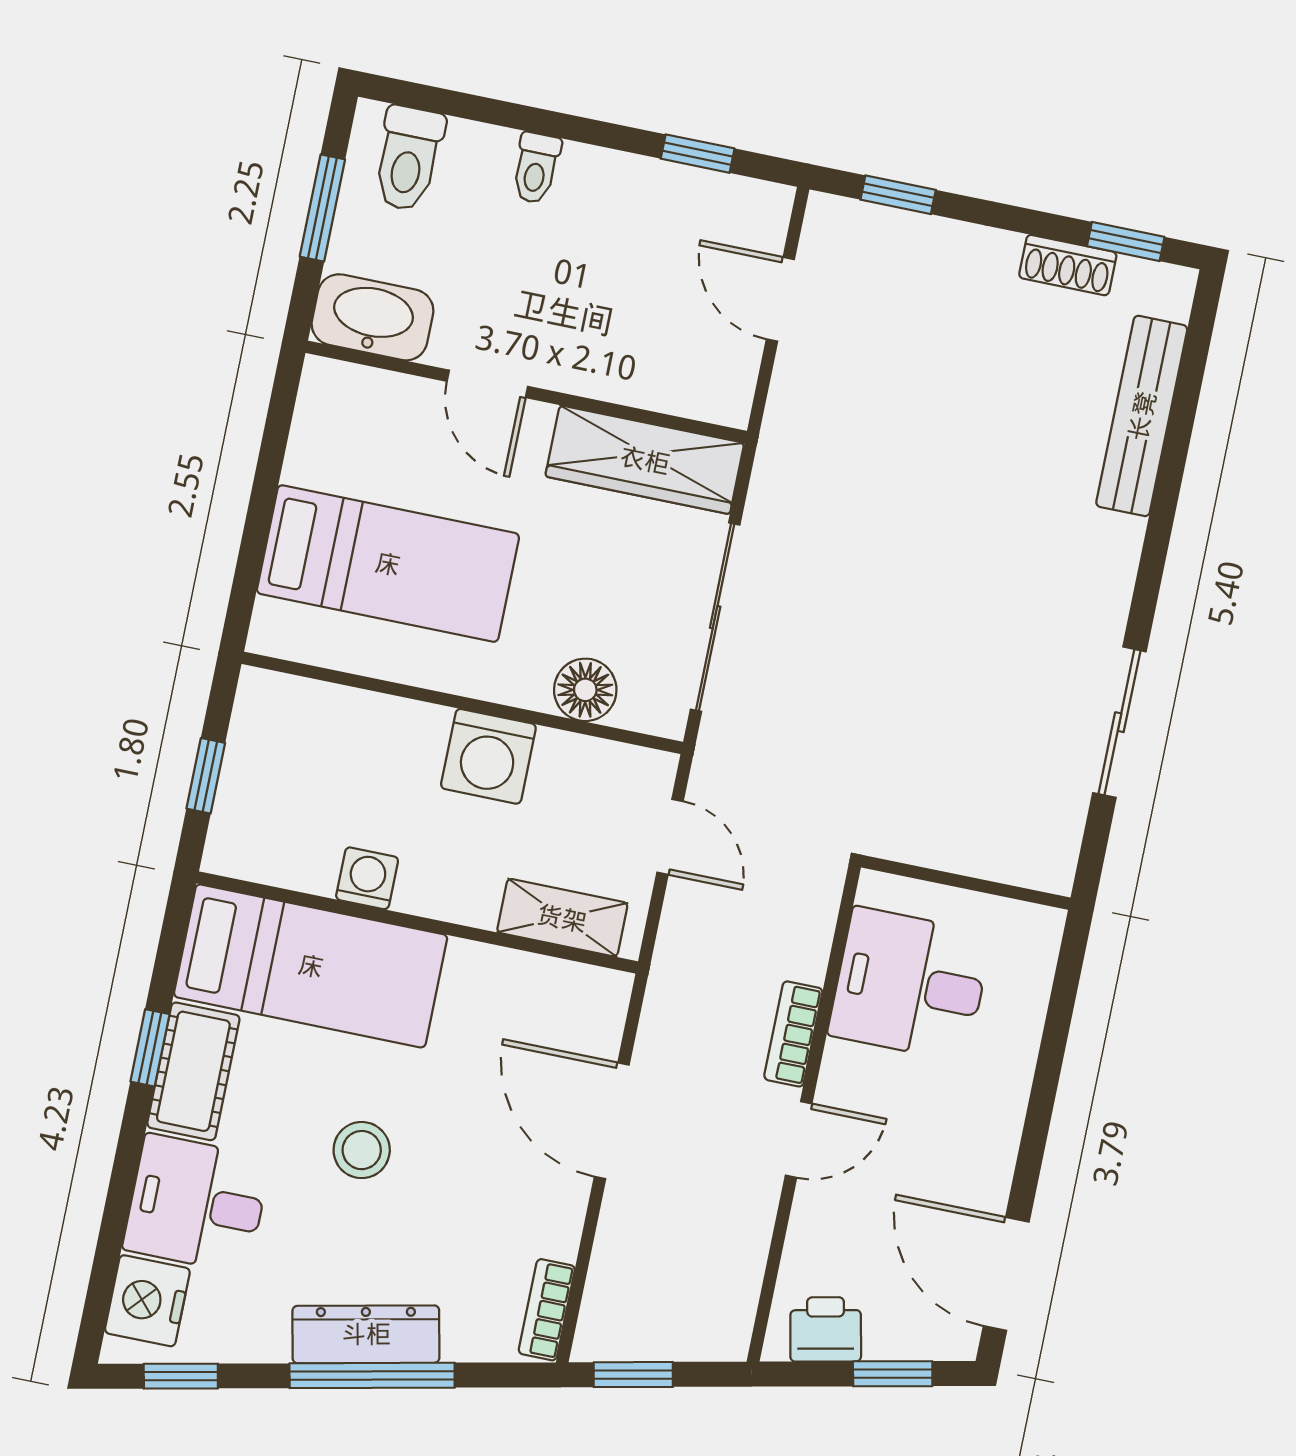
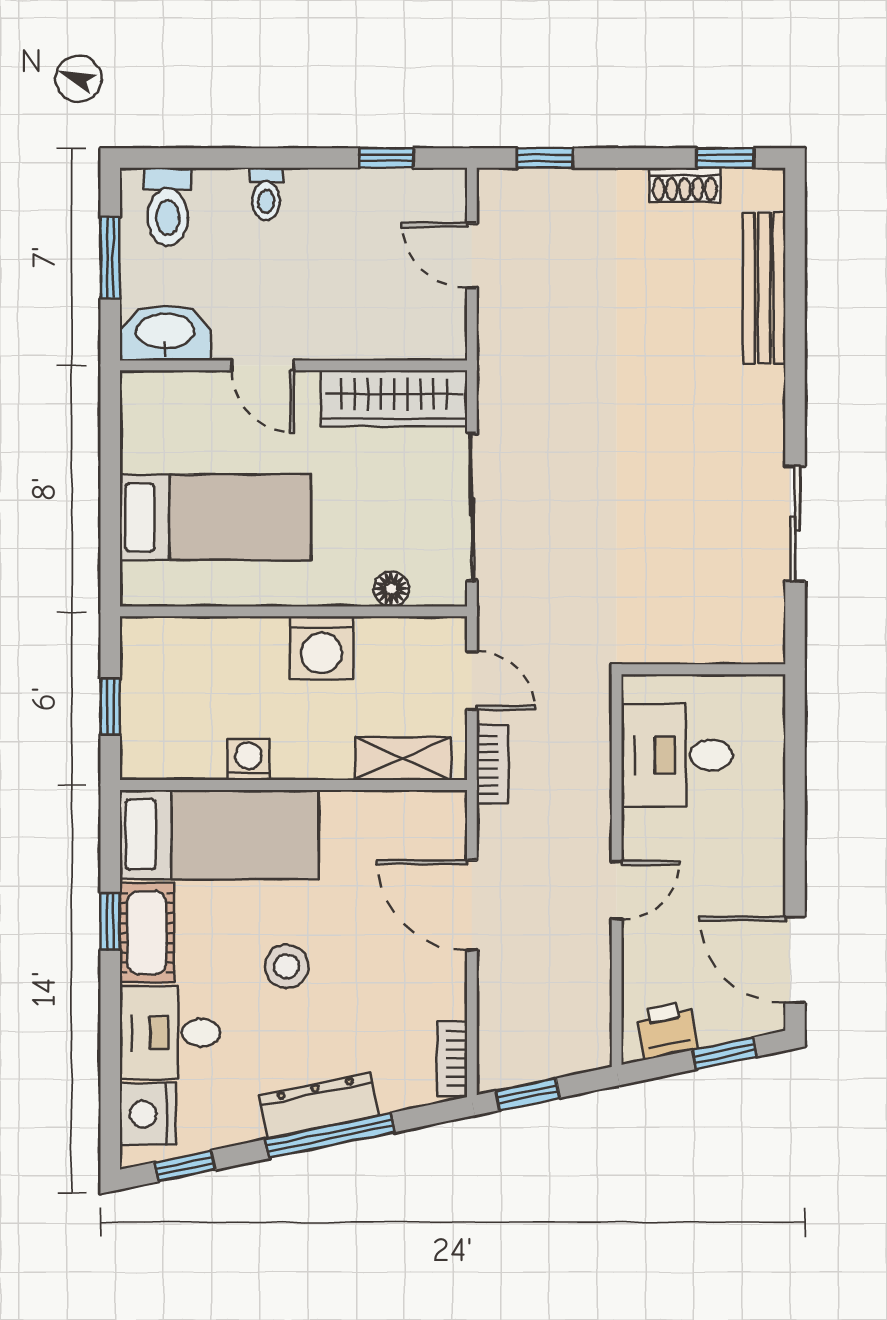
floor lamp: (585, 690) -> (391, 589), width x0.73, depth x0.73
bookcase: (793, 1034) -> (492, 764), moved, turned 180

